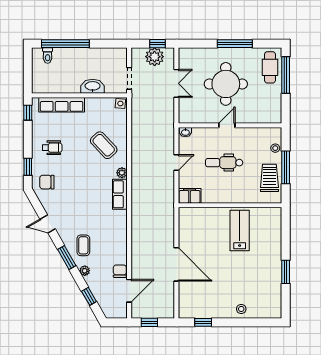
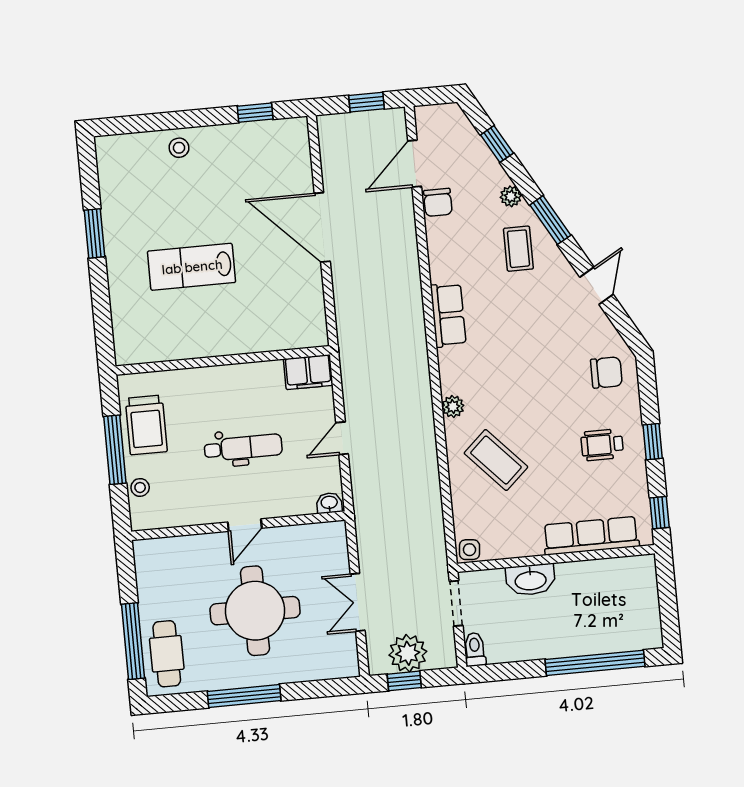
toilet: (48, 55) -> (475, 649), moved
window: (28, 167) -> (653, 442), moved
row of seats: (120, 194) -> (448, 315), moved
door: (48, 224) -> (597, 286), hinge flipped
lab bench: (240, 230) -> (192, 267), moved, turned 90

